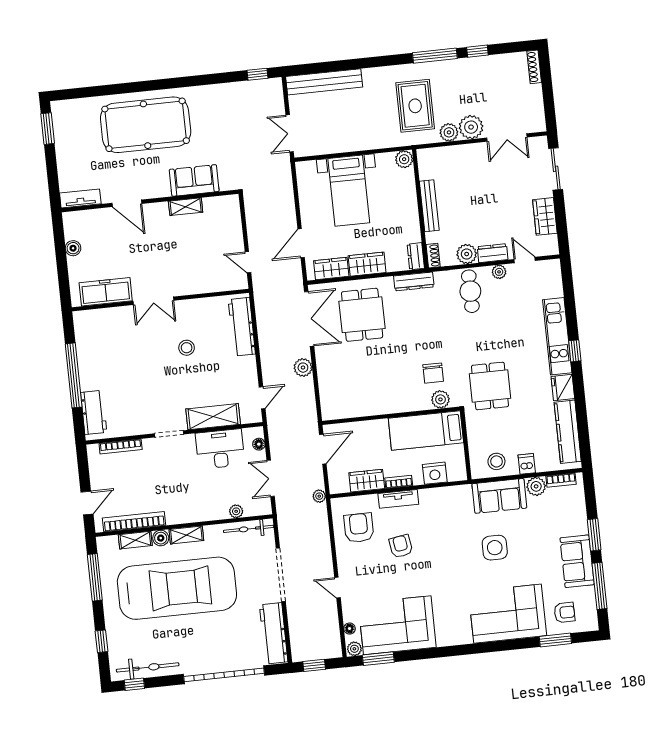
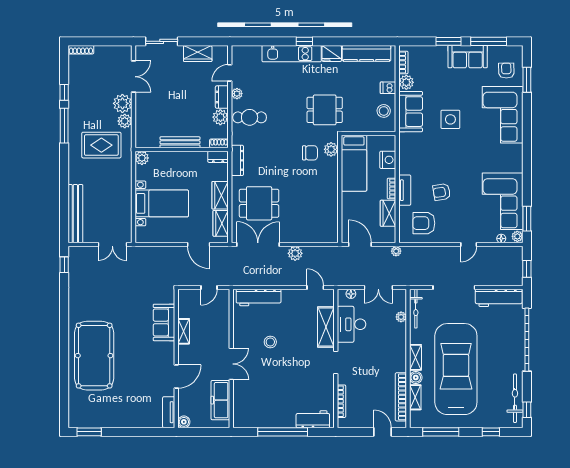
sofa: (194, 180) -> (164, 322), moved
tv unit: (80, 198) -> (169, 412), moved
wall: (150, 201) -> (176, 358), moved
door: (127, 203) -> (176, 376), moved
shelving: (186, 207) -> (184, 331), moved

